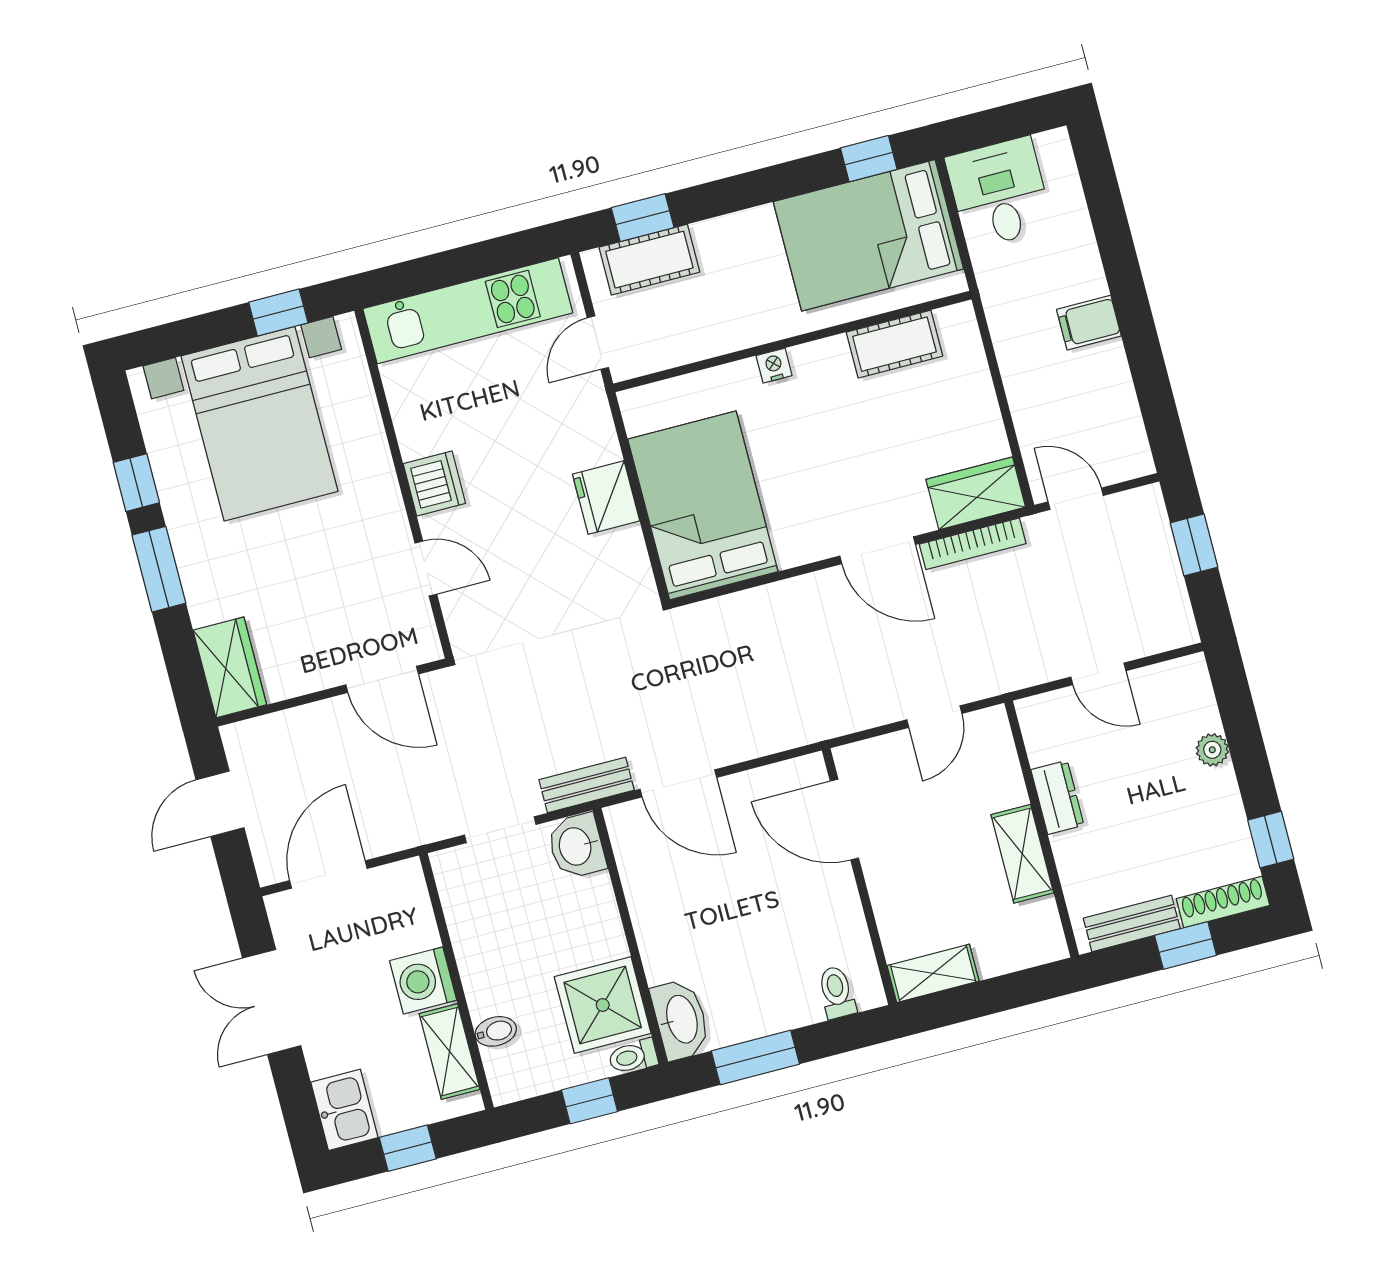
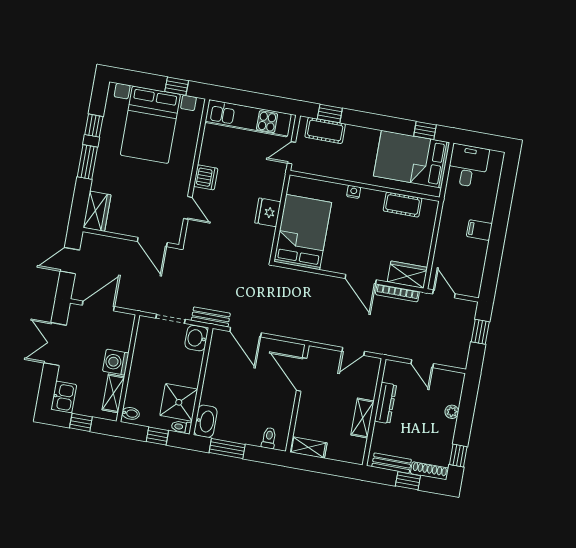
dresser: (1057, 797) -> (385, 403), width x1.44
bidet: (496, 1031) -> (131, 413), moved

